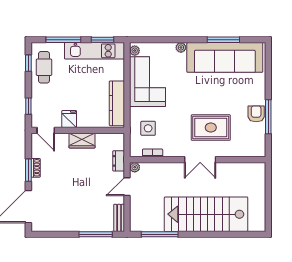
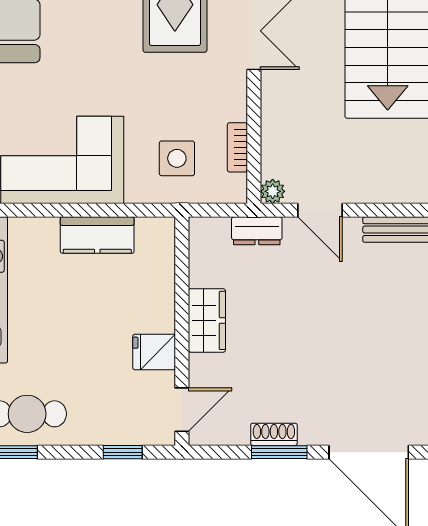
kitchen counter: (117, 103) -> (97, 235), width x0.67

